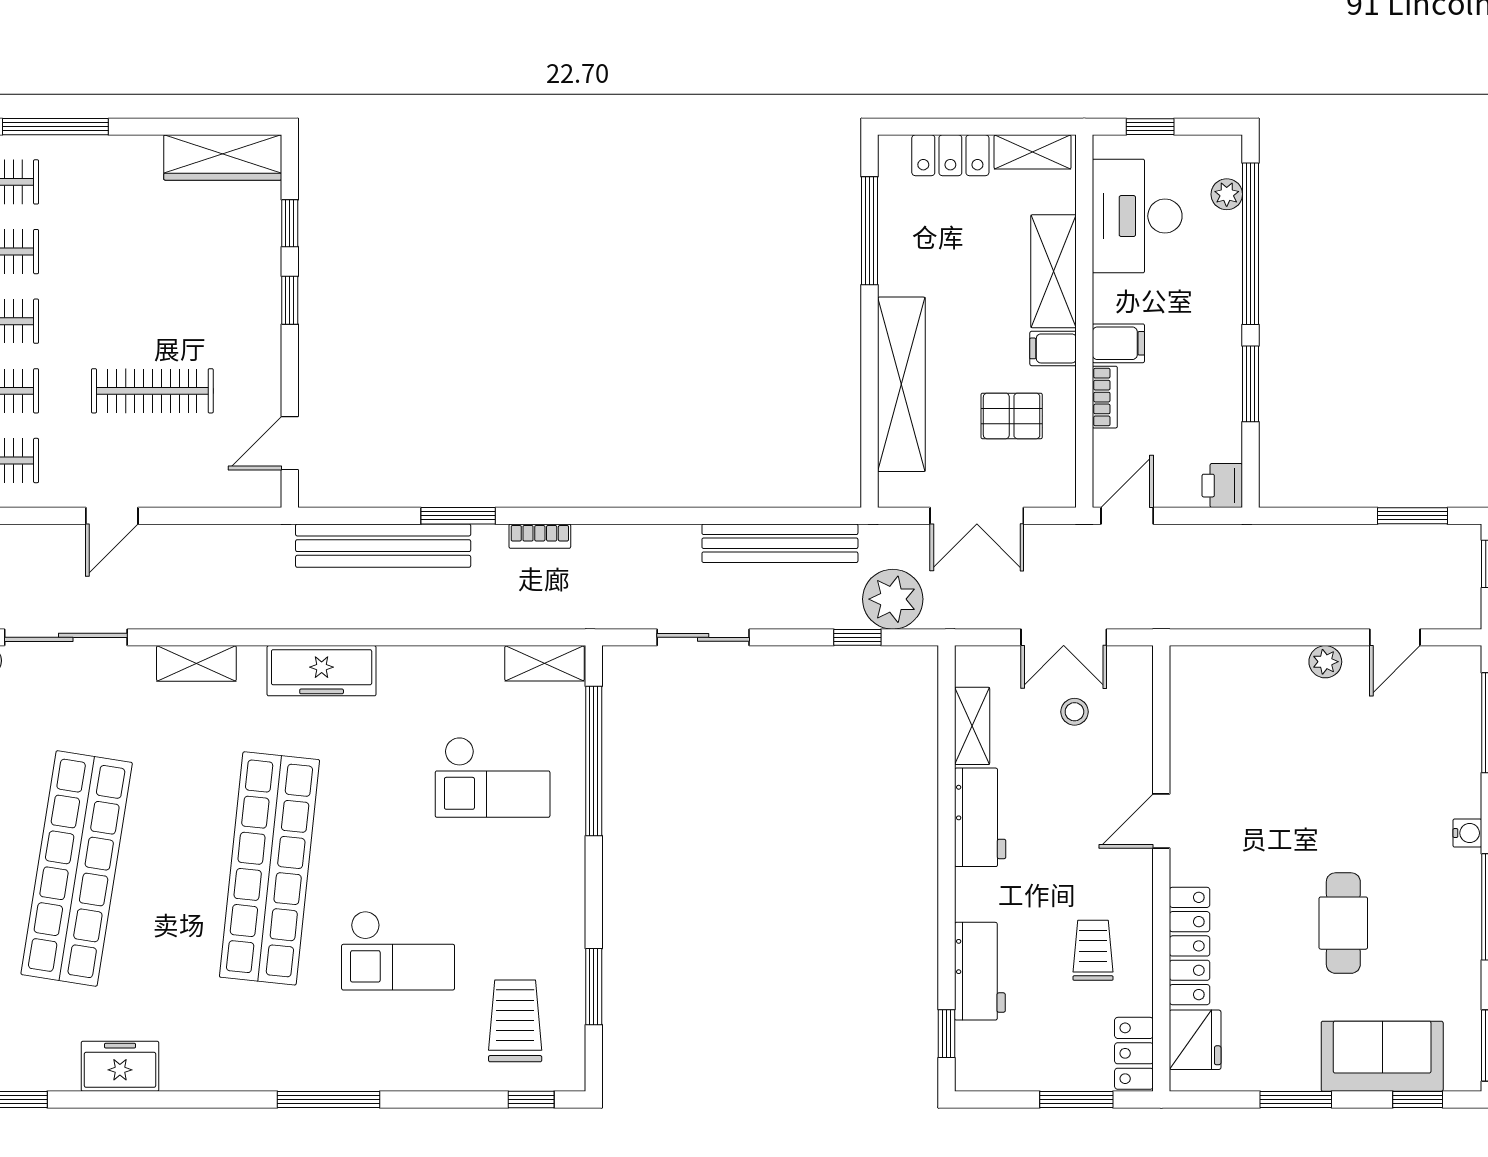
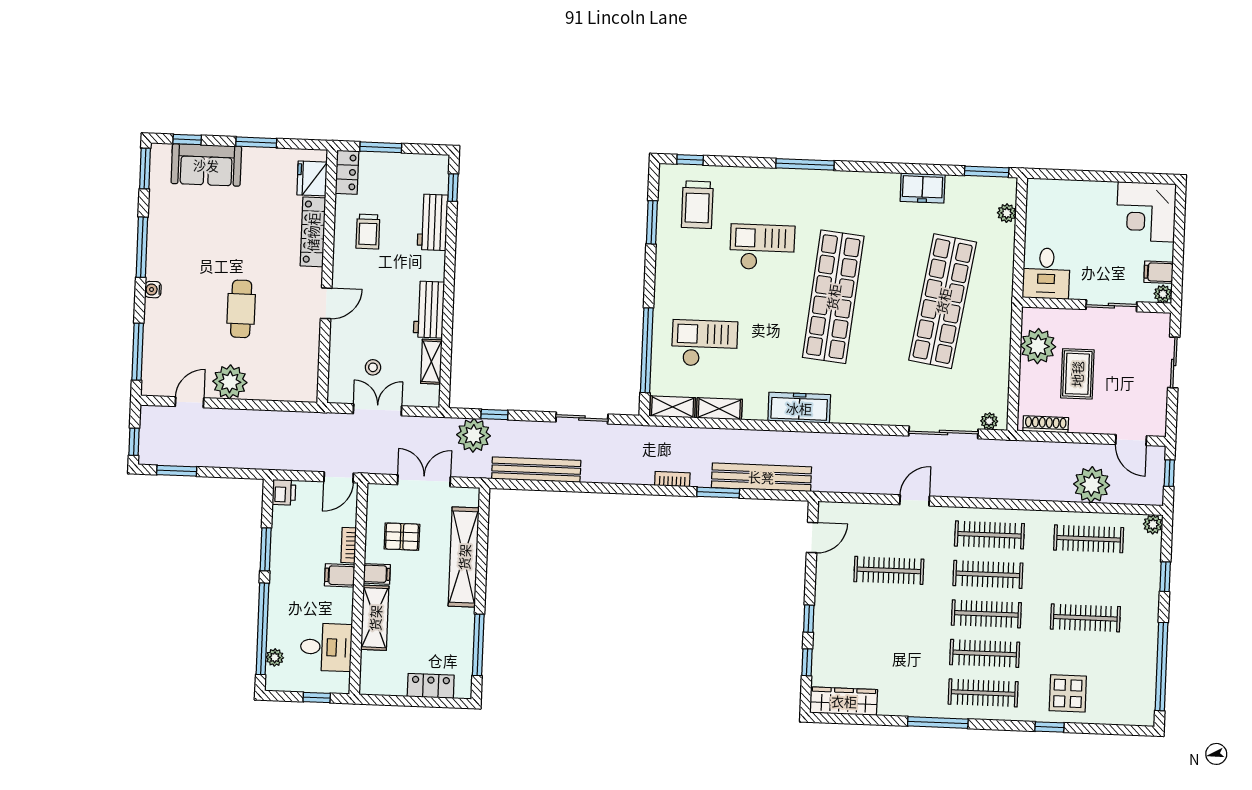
shelving: (1033, 152) -> (384, 686), removed
desk: (1137, 216) -> (326, 647), width x0.73
plant: (1325, 662) -> (230, 382), width x1.88, depth x1.88
shelving: (196, 663) -> (719, 409), moved
cafe table: (1343, 923) -> (241, 309), moved

